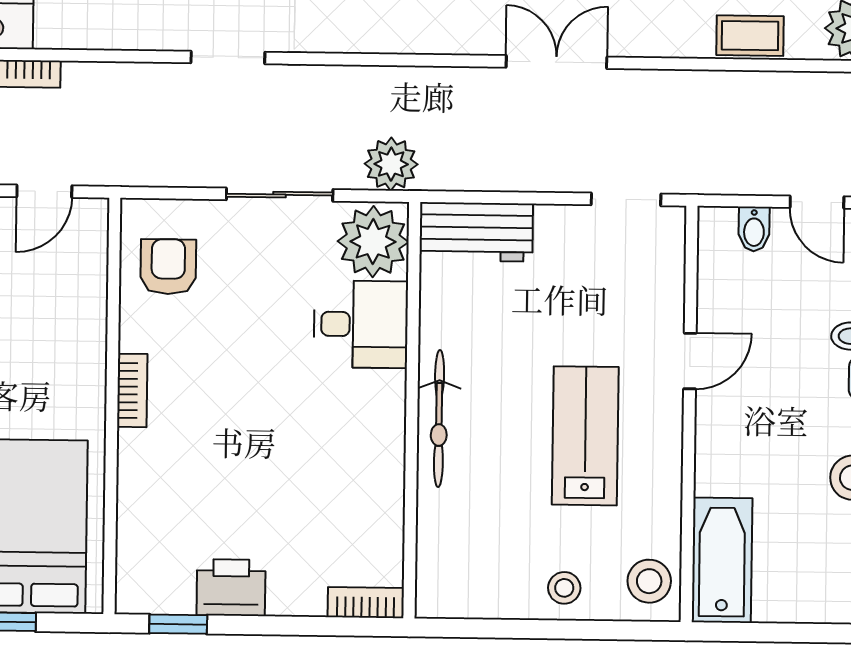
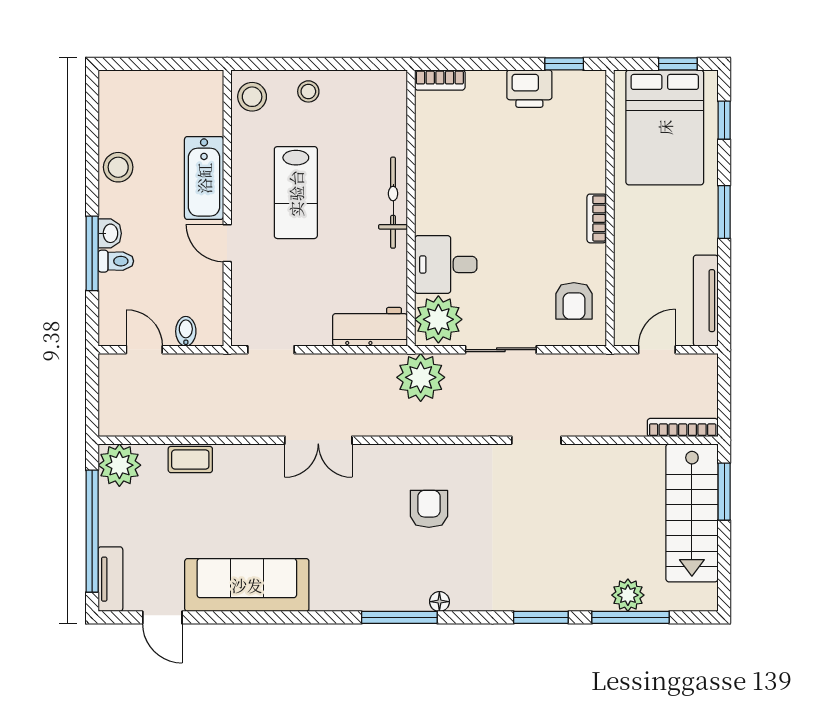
plant: (391, 164) -> (421, 377), width x1.36, depth x1.36
door: (690, 361) -> (227, 243), hinge flipped
bathtub: (722, 560) -> (204, 178), moved

